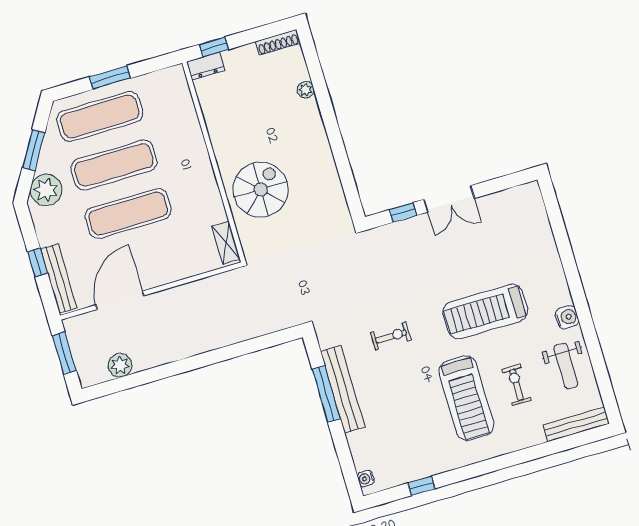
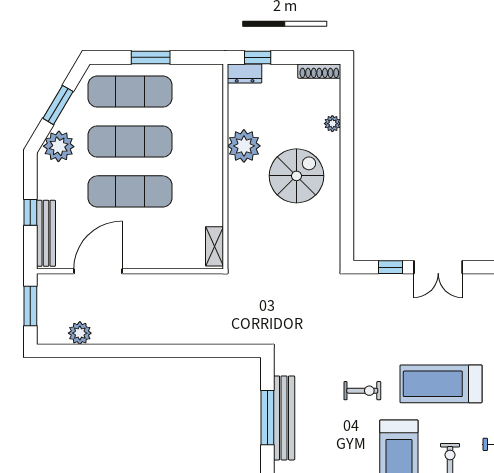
plant: (226, 137) -> (244, 146), added
spiral stairs: (261, 190) -> (296, 176), moved
exercise bike: (391, 336) -> (362, 391), moved

